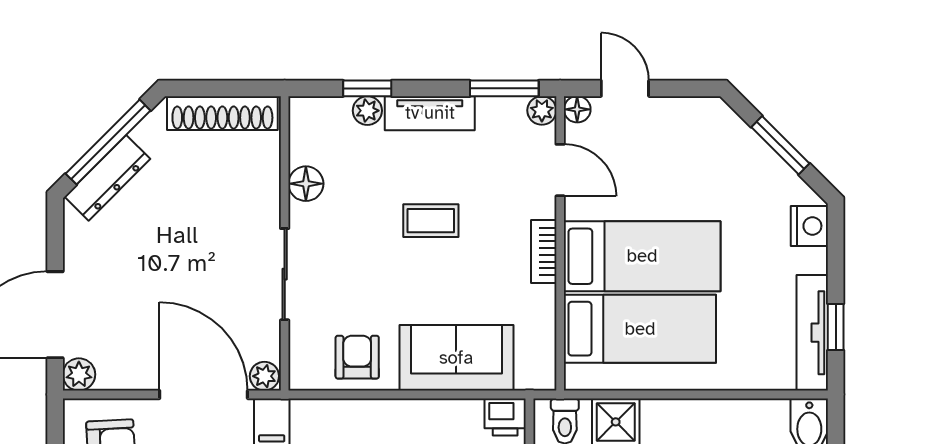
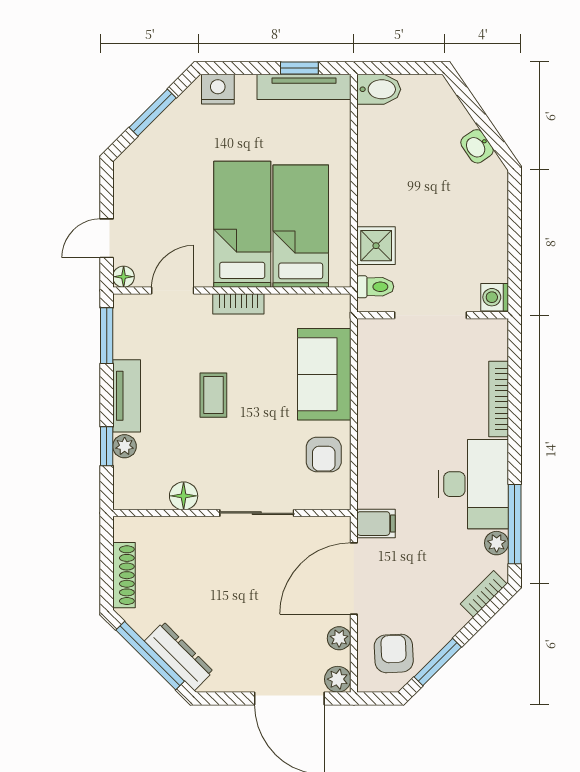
plant: (542, 110) -> (124, 305), removed
shoe rack: (222, 113) -> (124, 575), width x0.74, depth x0.81
armchair: (357, 357) -> (324, 454), turned -90
plant: (264, 376) -> (339, 638), moved
printer: (505, 417) -> (372, 335), removed

